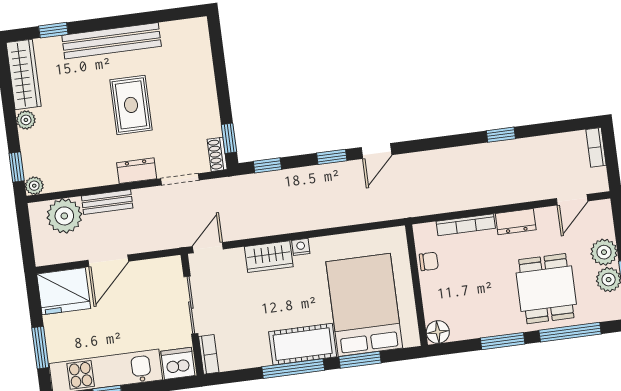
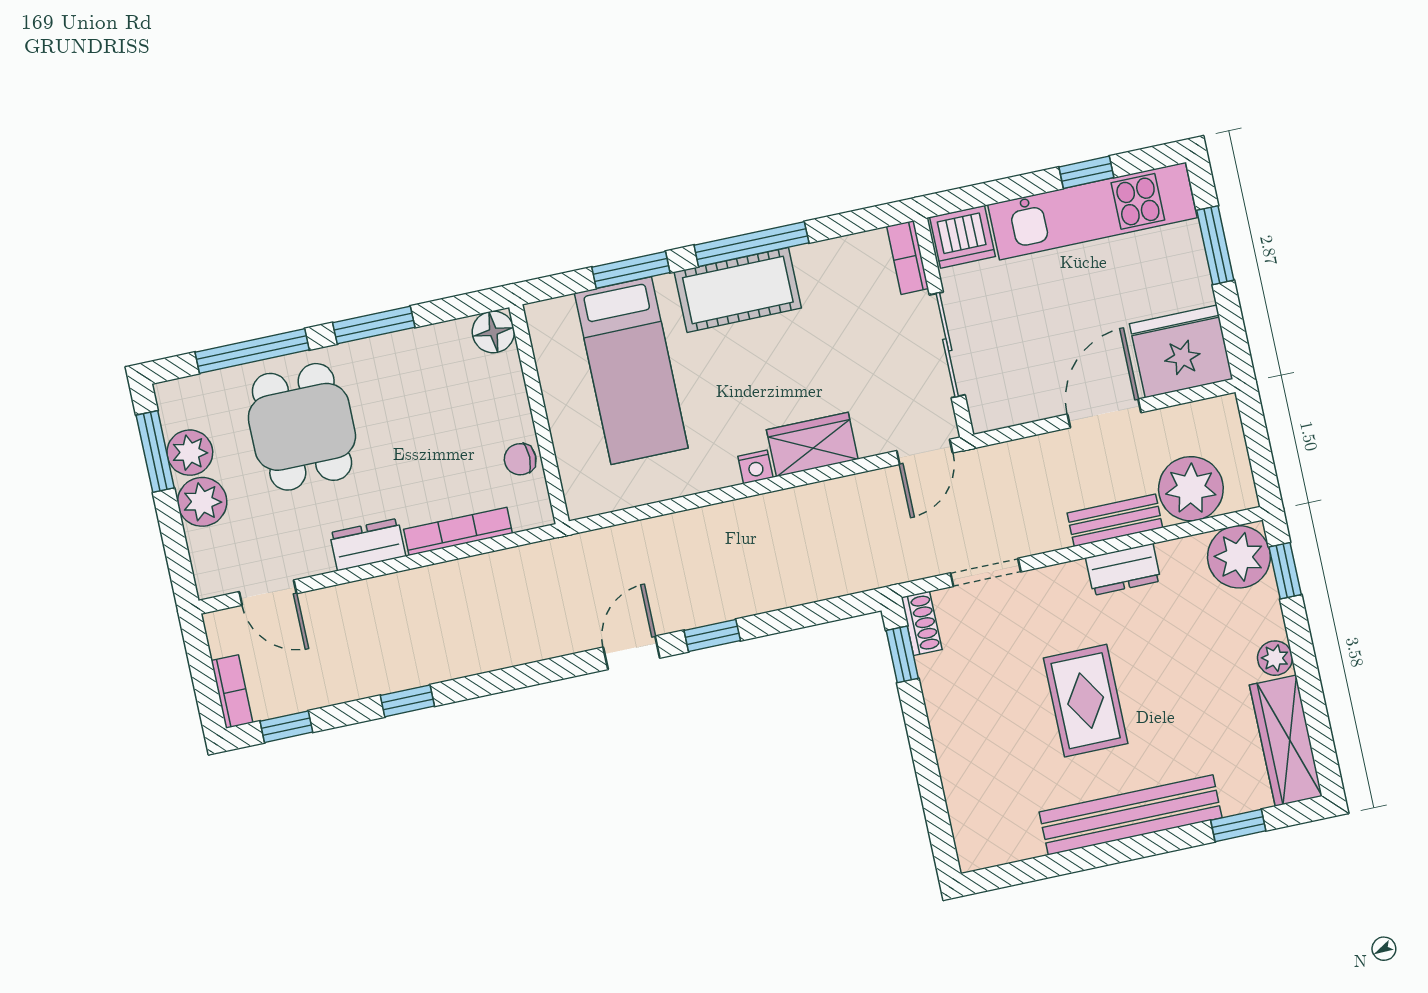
window: (267, 165) -> (286, 727), moved
dresser: (137, 171) -> (1123, 569), moved
plant: (34, 186) -> (1239, 557), width x1.88, depth x1.88
door: (572, 200) -> (268, 593), swing flipped
bed: (364, 305) -> (631, 371), width x0.67

